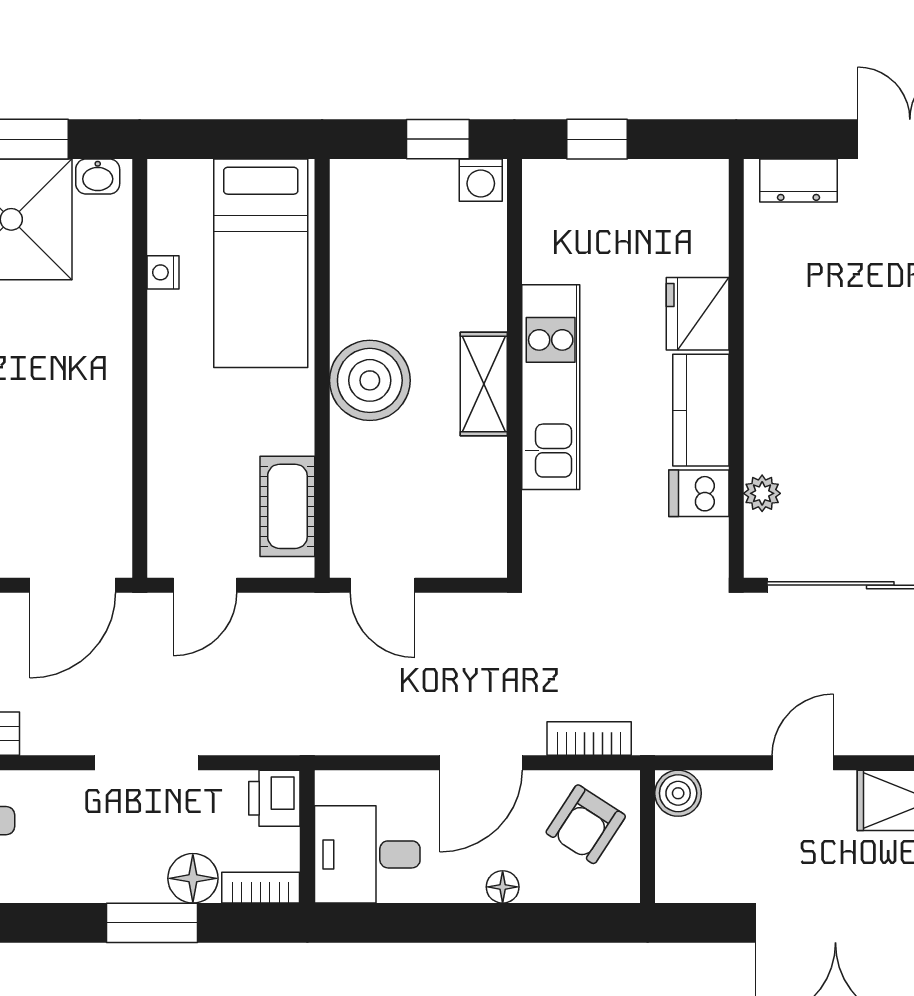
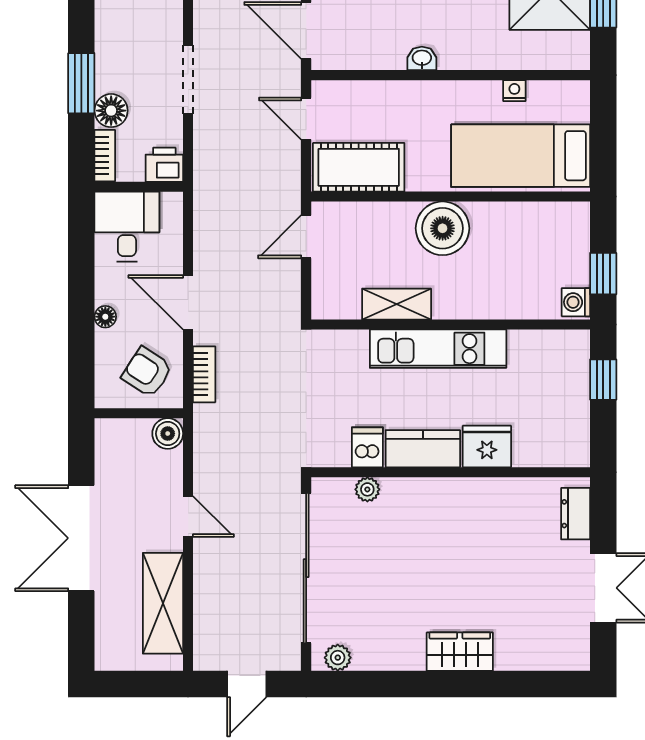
washbasin: (98, 177) -> (422, 58), moved, turned 90
shelving: (484, 384) -> (397, 304), moved
cot: (287, 506) -> (359, 167), width x1.37, depth x1.34

